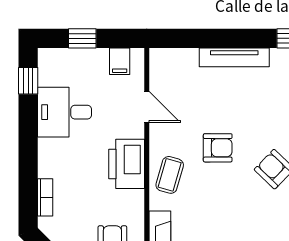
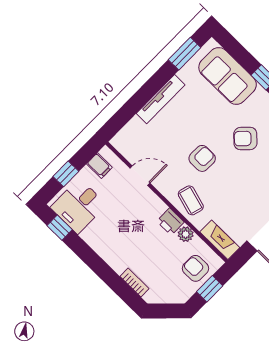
desk: (64, 112) -> (79, 206), moved
printer: (127, 164) -> (170, 222), width x0.53, depth x0.68
plant: (134, 200) -> (186, 234), added

